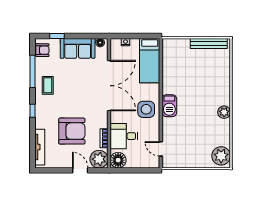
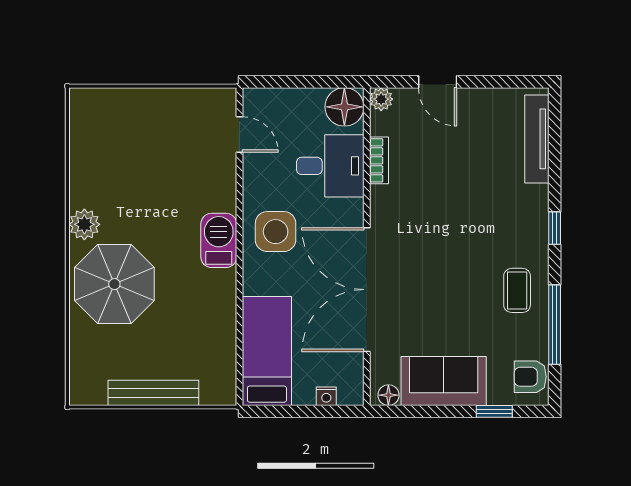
bench: (209, 44) -> (153, 393), moved
parasol: (212, 88) -> (114, 284), added
armchair: (72, 131) -> (458, 178), removed
plant: (221, 156) -> (92, 117), removed
plant: (99, 159) -> (381, 99), width x0.53, depth x0.53

